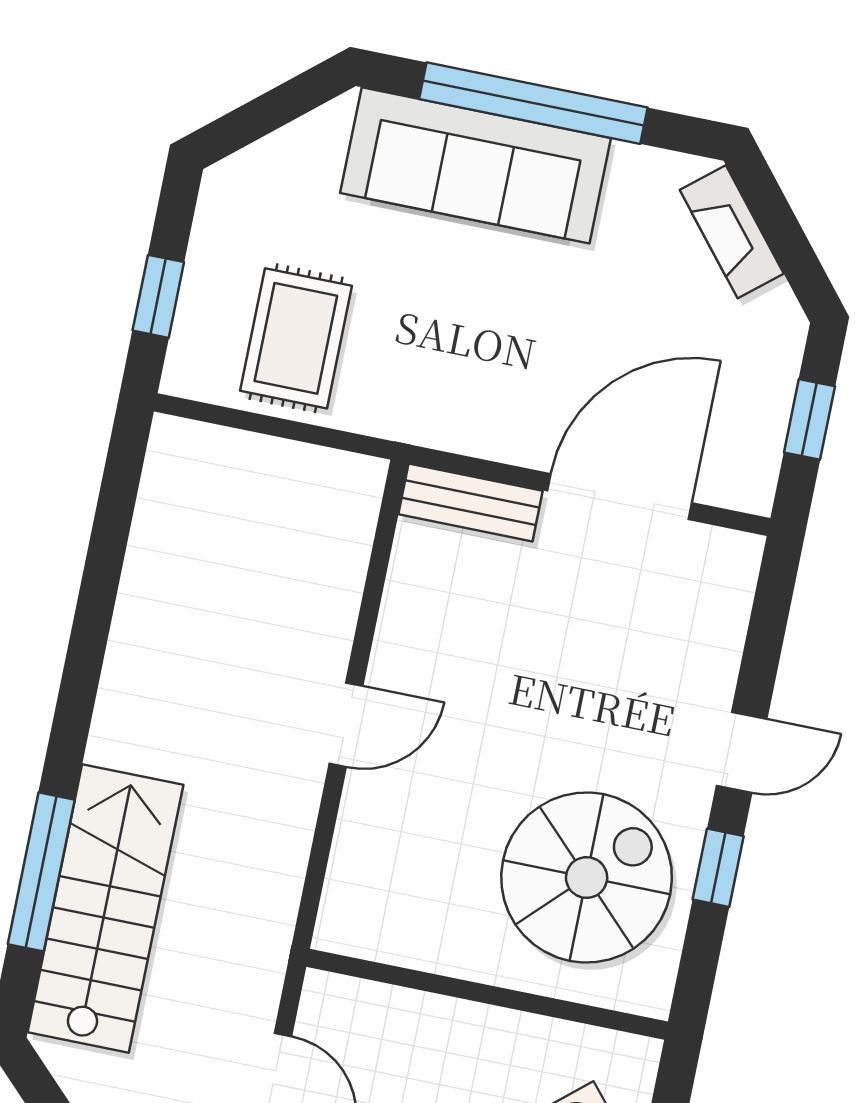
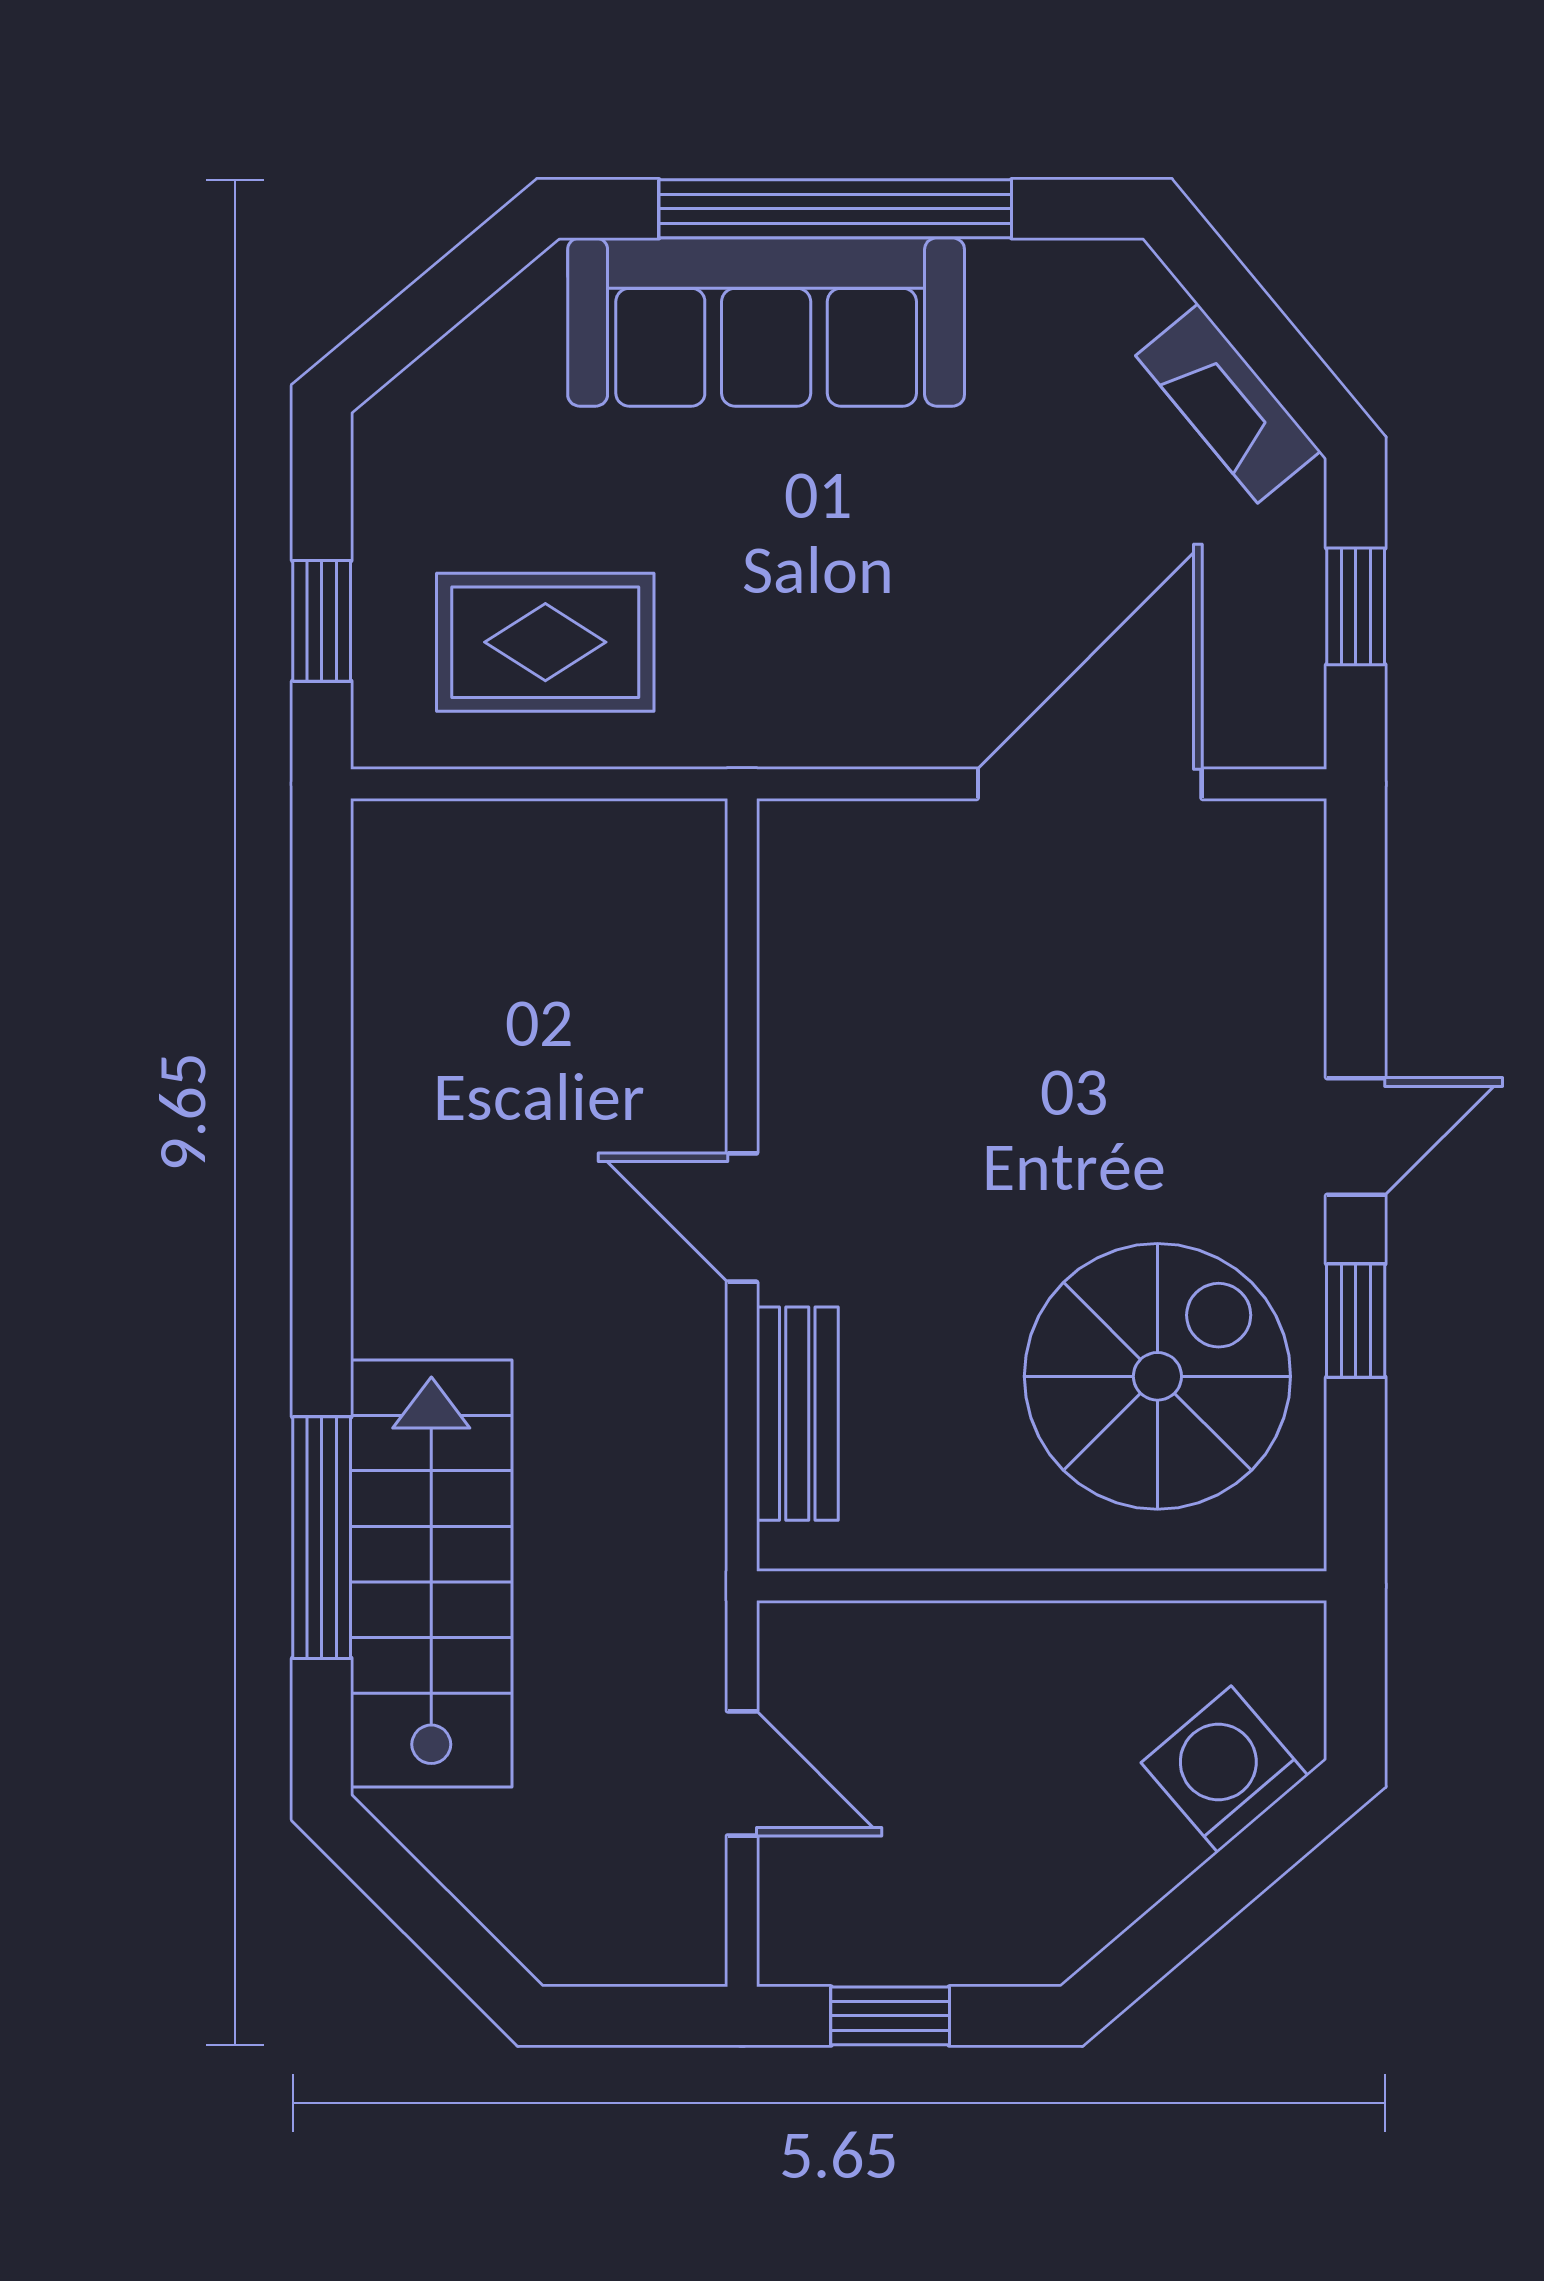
fireplace: (732, 232) -> (1228, 403), moved
rug: (296, 338) -> (545, 642), turned 90
bench: (470, 502) -> (797, 1414), moved, turned 90
door: (346, 725) -> (742, 1218), swing flipped

